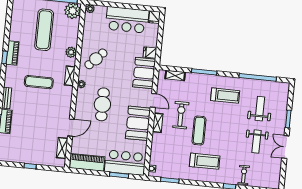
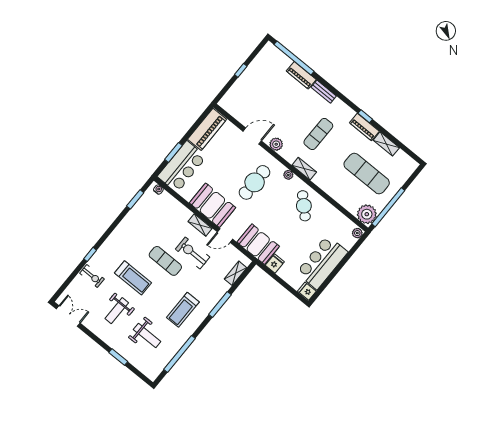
plant: (71, 52) -> (276, 144), moved
cafe table: (102, 104) -> (255, 182), turned 90
exercise bike: (181, 115) -> (193, 253), turned 180
door: (71, 128) -> (252, 136), swing flipped
weight bench: (256, 142) -> (117, 311), turned -90
double door: (285, 147) -> (68, 316), moved
shelving: (62, 148) -> (386, 144), moved
treadmill: (205, 161) -> (133, 278), moved, turned -90

